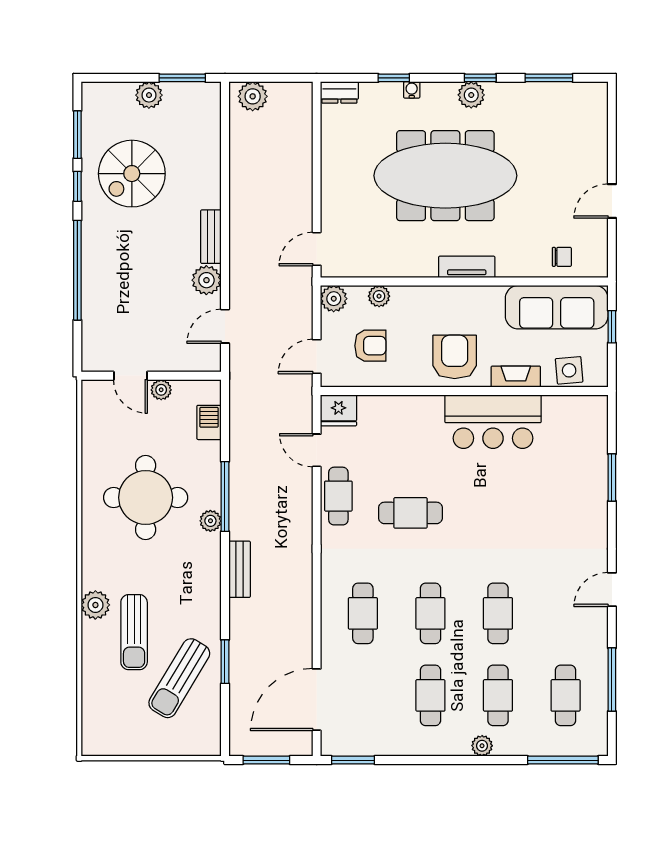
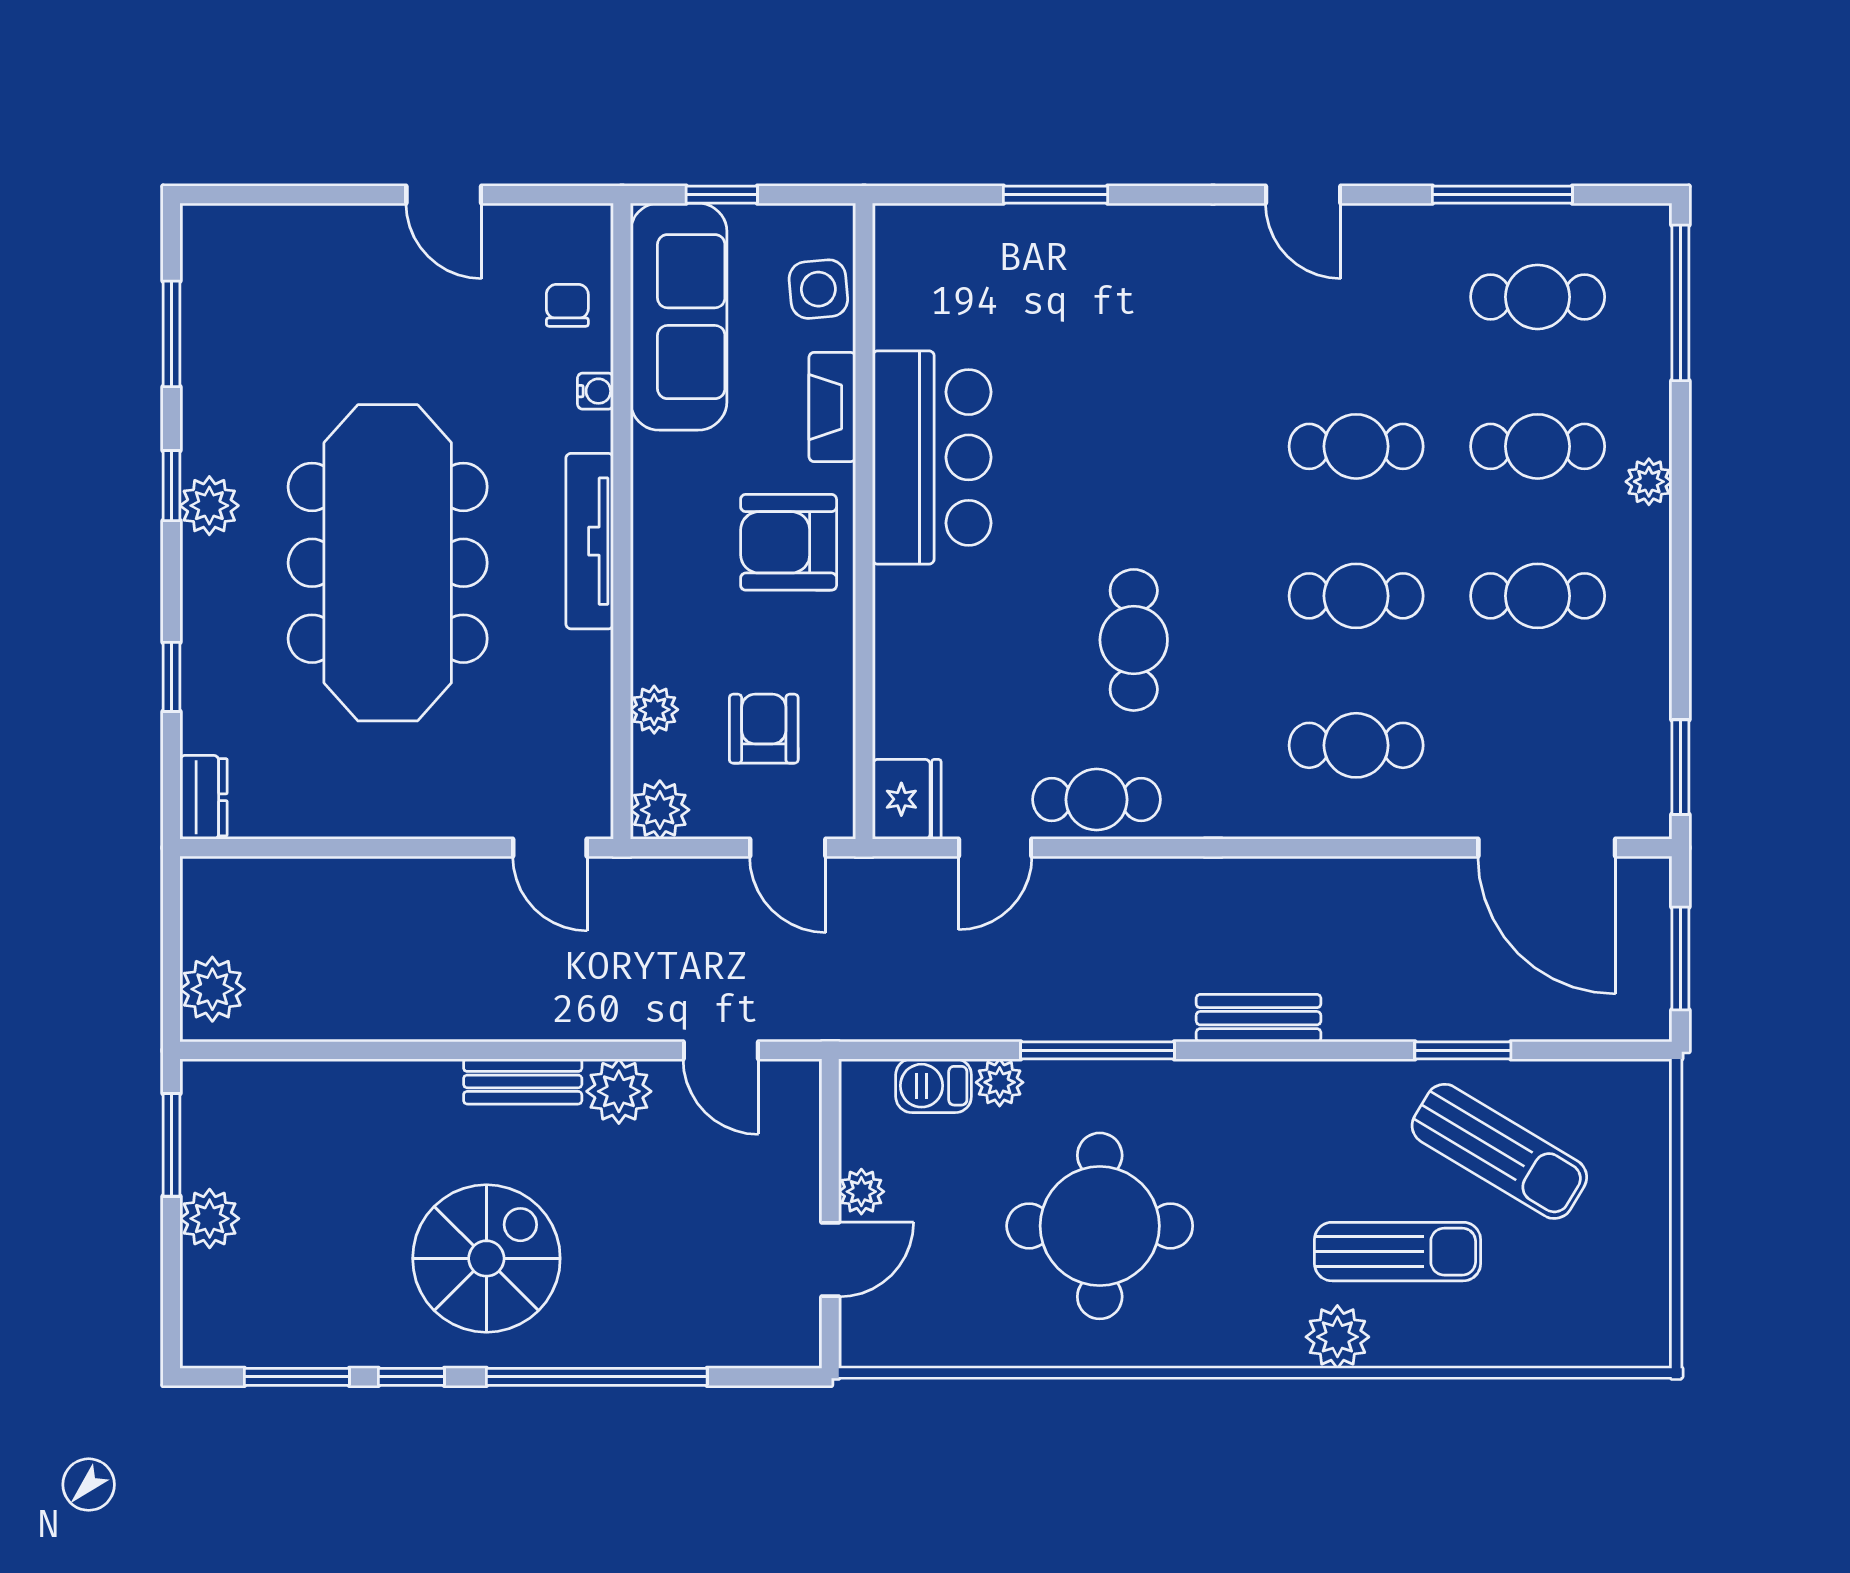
water cooler: (412, 90) -> (595, 391), moved, turned 180
spiral stairs: (132, 174) -> (486, 1258), moved, turned -90
tv unit: (467, 267) -> (590, 541), width x1.41
plant: (210, 521) -> (1000, 1082), moved

